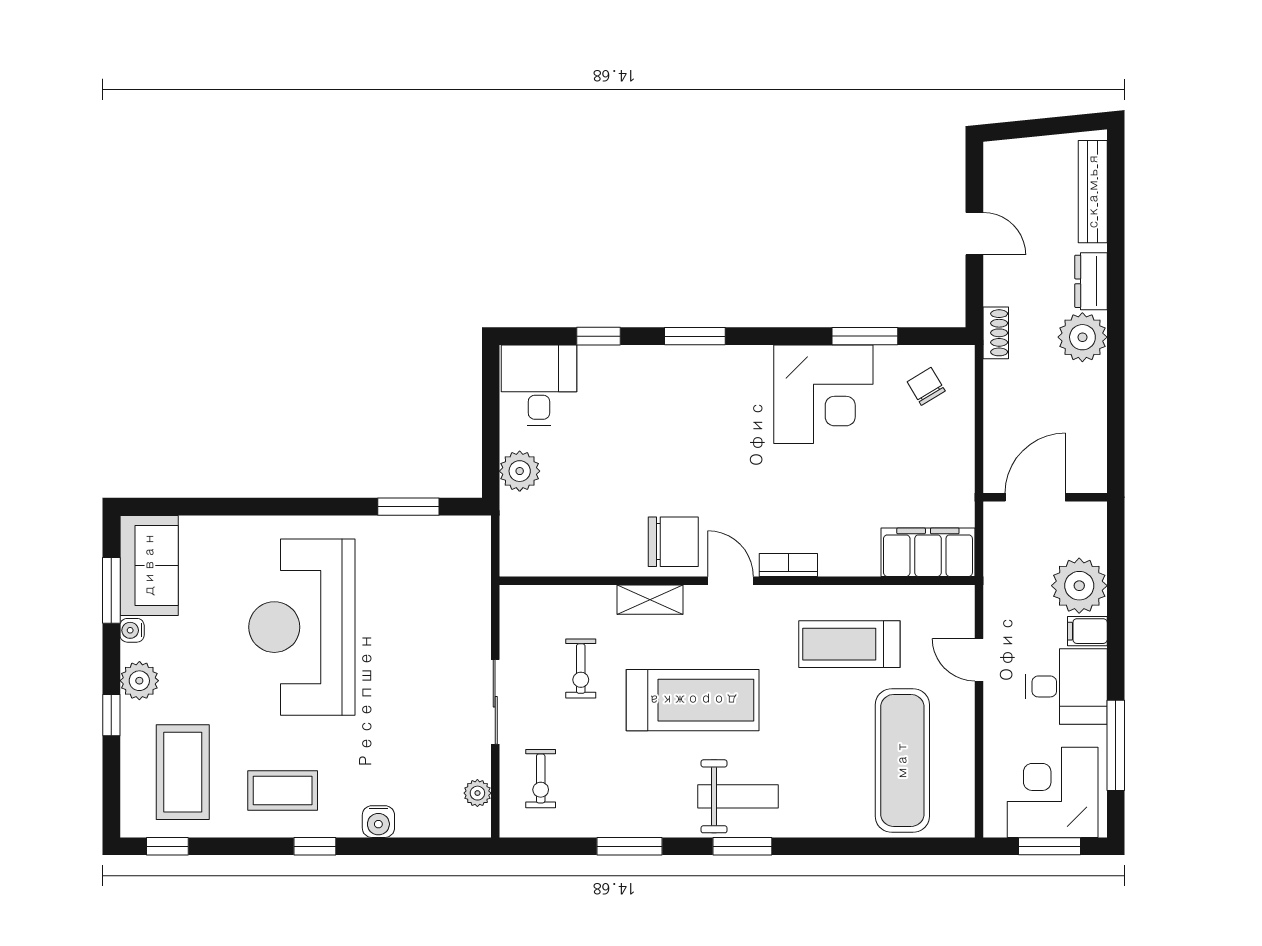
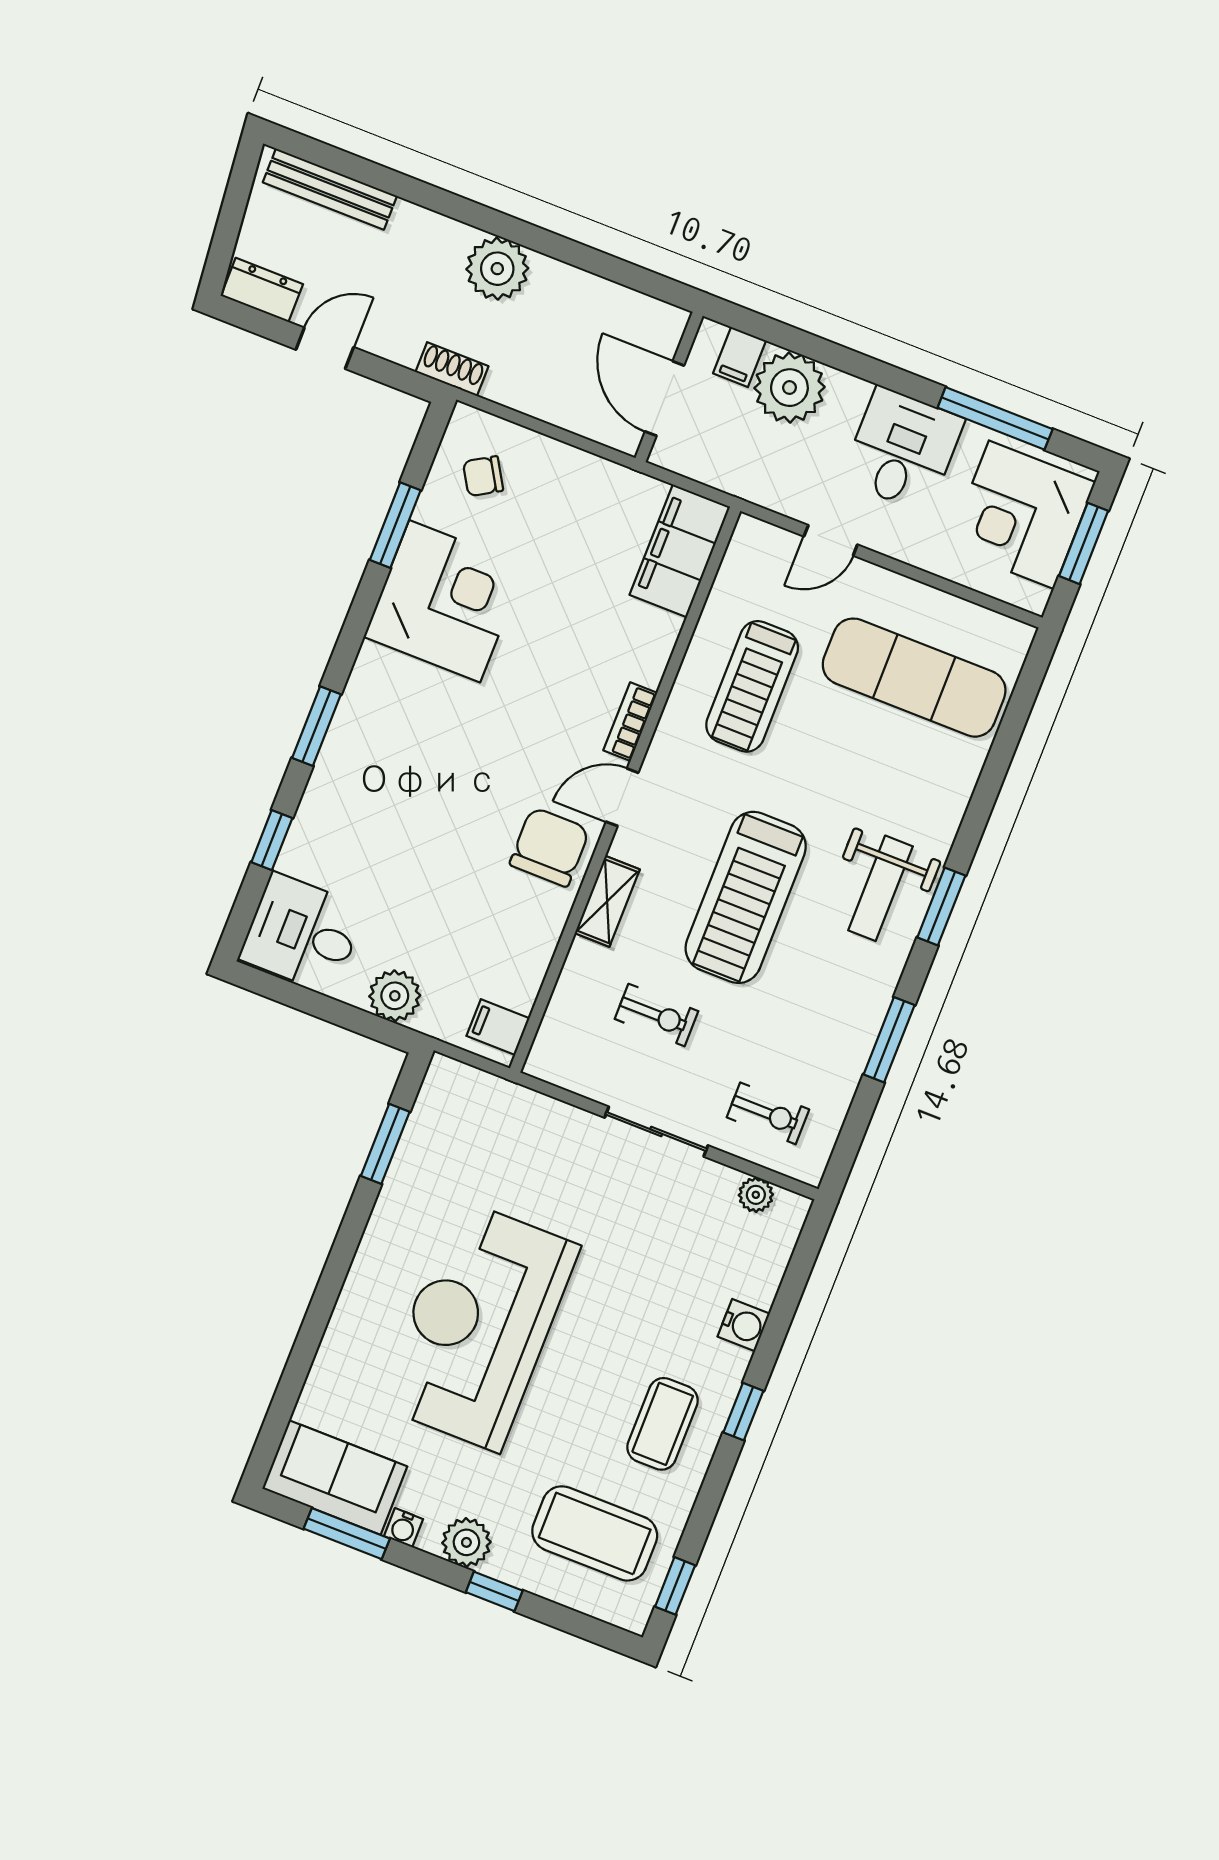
dresser: (1091, 281) -> (262, 290), moved, turned 180
filing cabinet: (526, 556) -> (498, 1027), added
reception desk: (302, 627) -> (478, 1325), turned 90
filing cabinet: (1087, 631) -> (740, 357), moved
treadmill: (693, 700) -> (746, 897), turned 180
weight bench: (738, 796) -> (880, 888), turned 180

